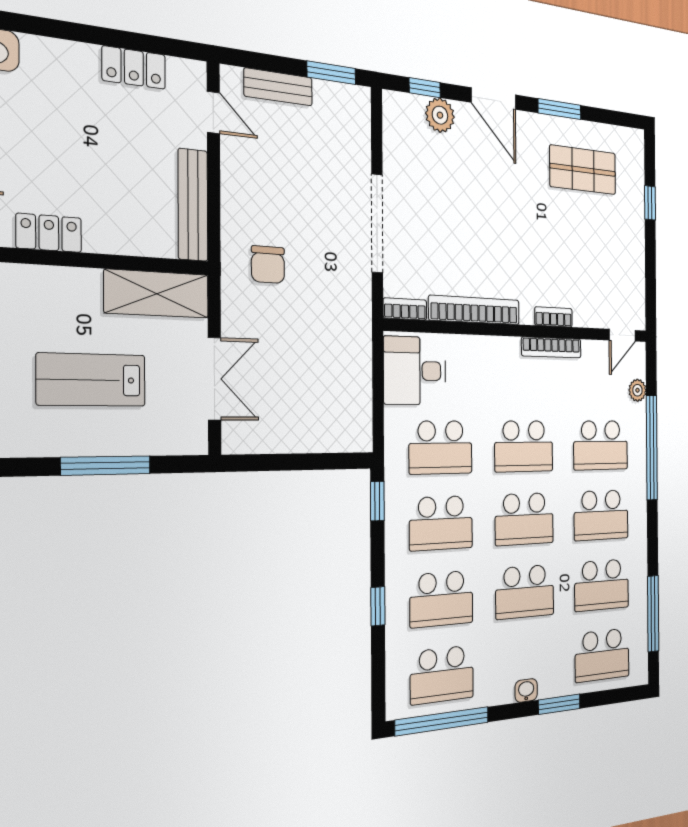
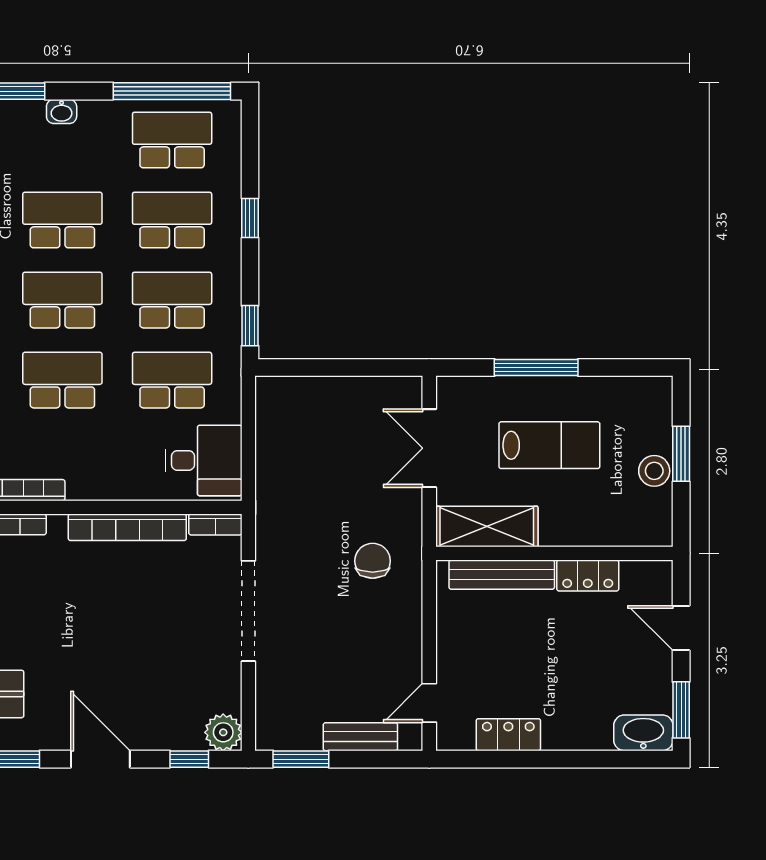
door: (213, 112) -> (429, 703), hinge flipped
plant: (440, 115) -> (223, 732), moved
bench: (193, 205) -> (502, 575), moved, turned 90

